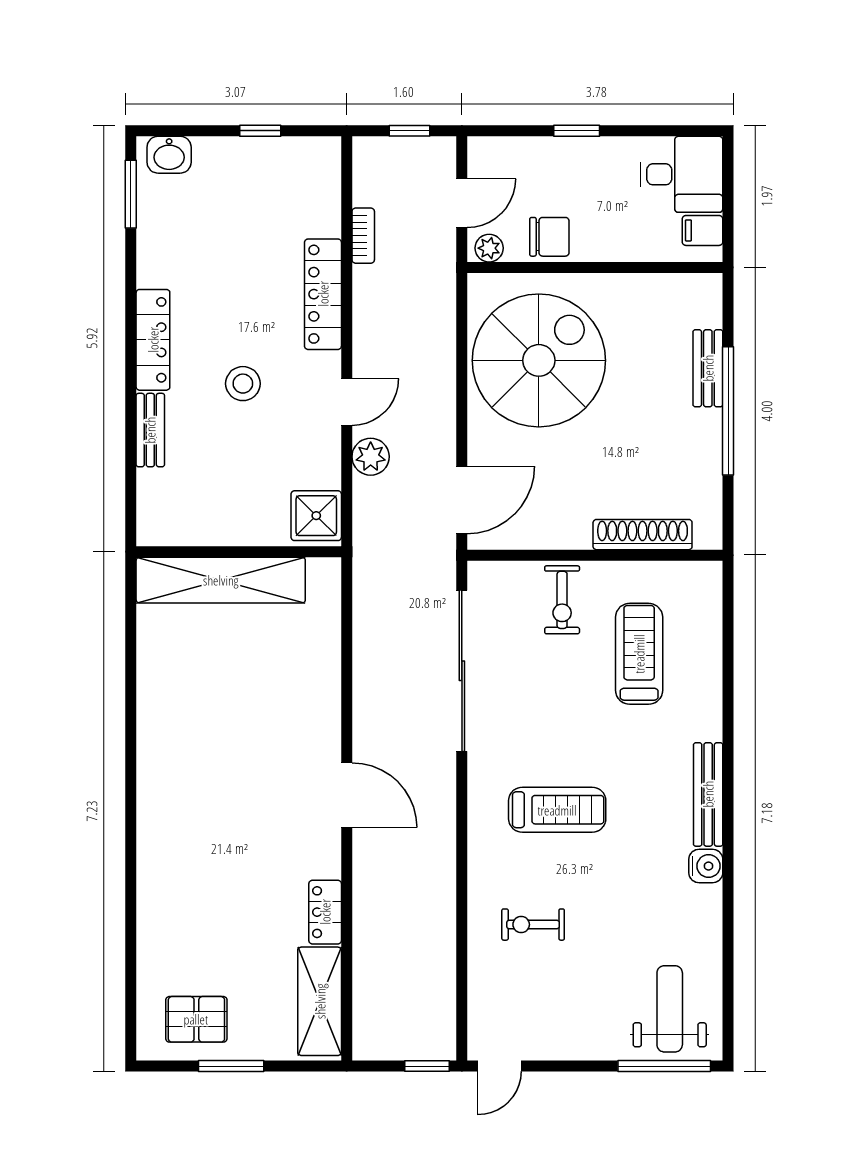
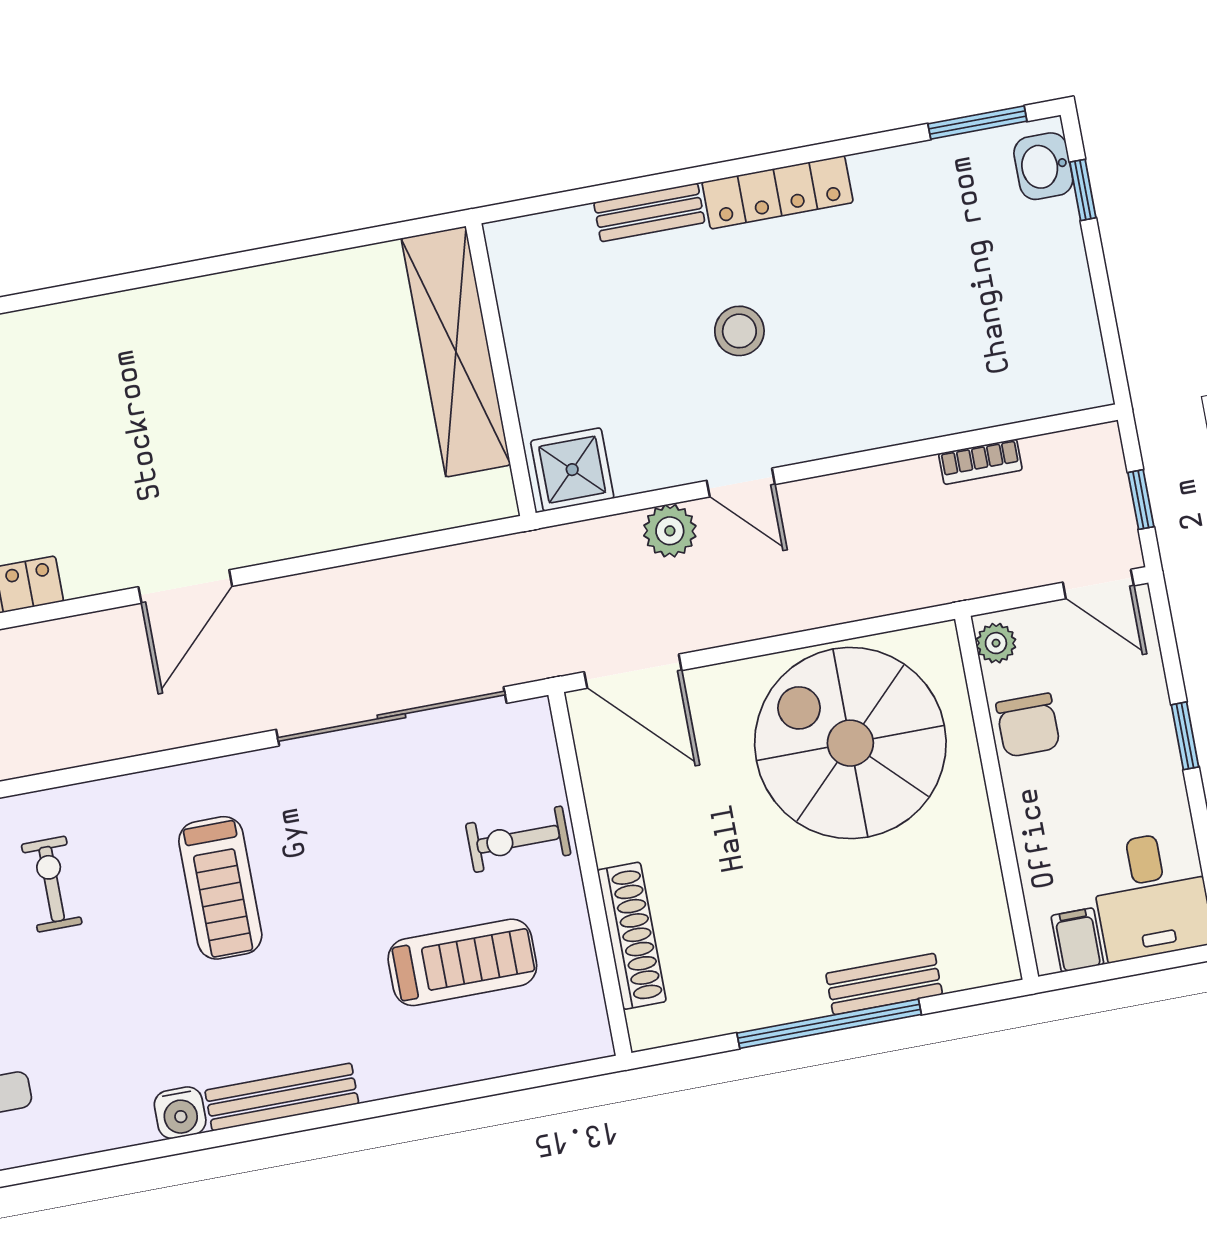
window: (260, 131) -> (1083, 190), moved
door: (462, 203) -> (1098, 584), moved
locker: (323, 294) -> (887, 420), removed
spiral stairs: (539, 360) -> (850, 743), turned 180

